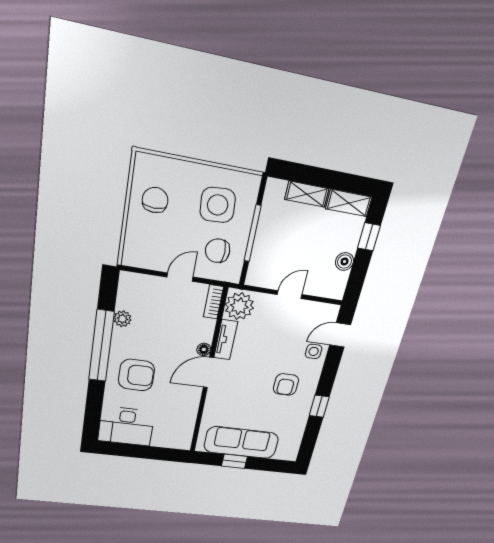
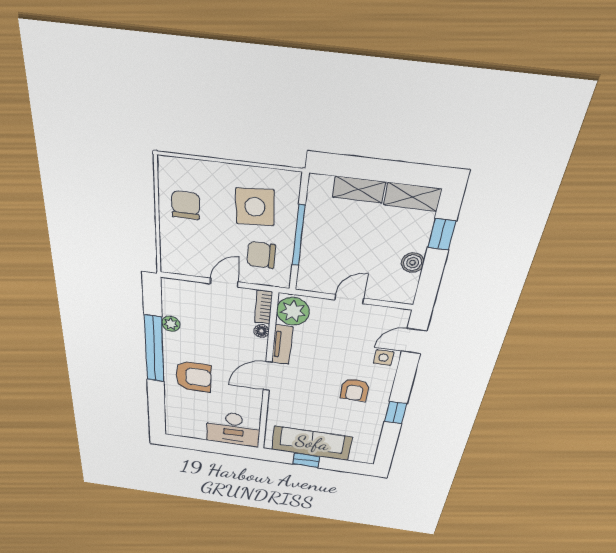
floor lamp: (204, 349) -> (261, 331), moved
desk: (126, 426) -> (233, 429), moved

